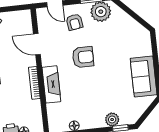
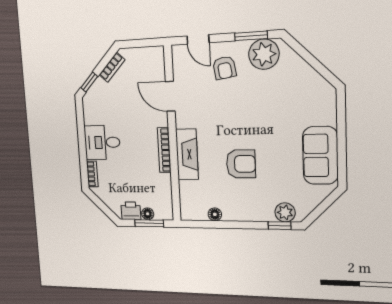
armchair: (83, 57) -> (241, 164), moved
plant: (112, 120) -> (285, 212), moved

